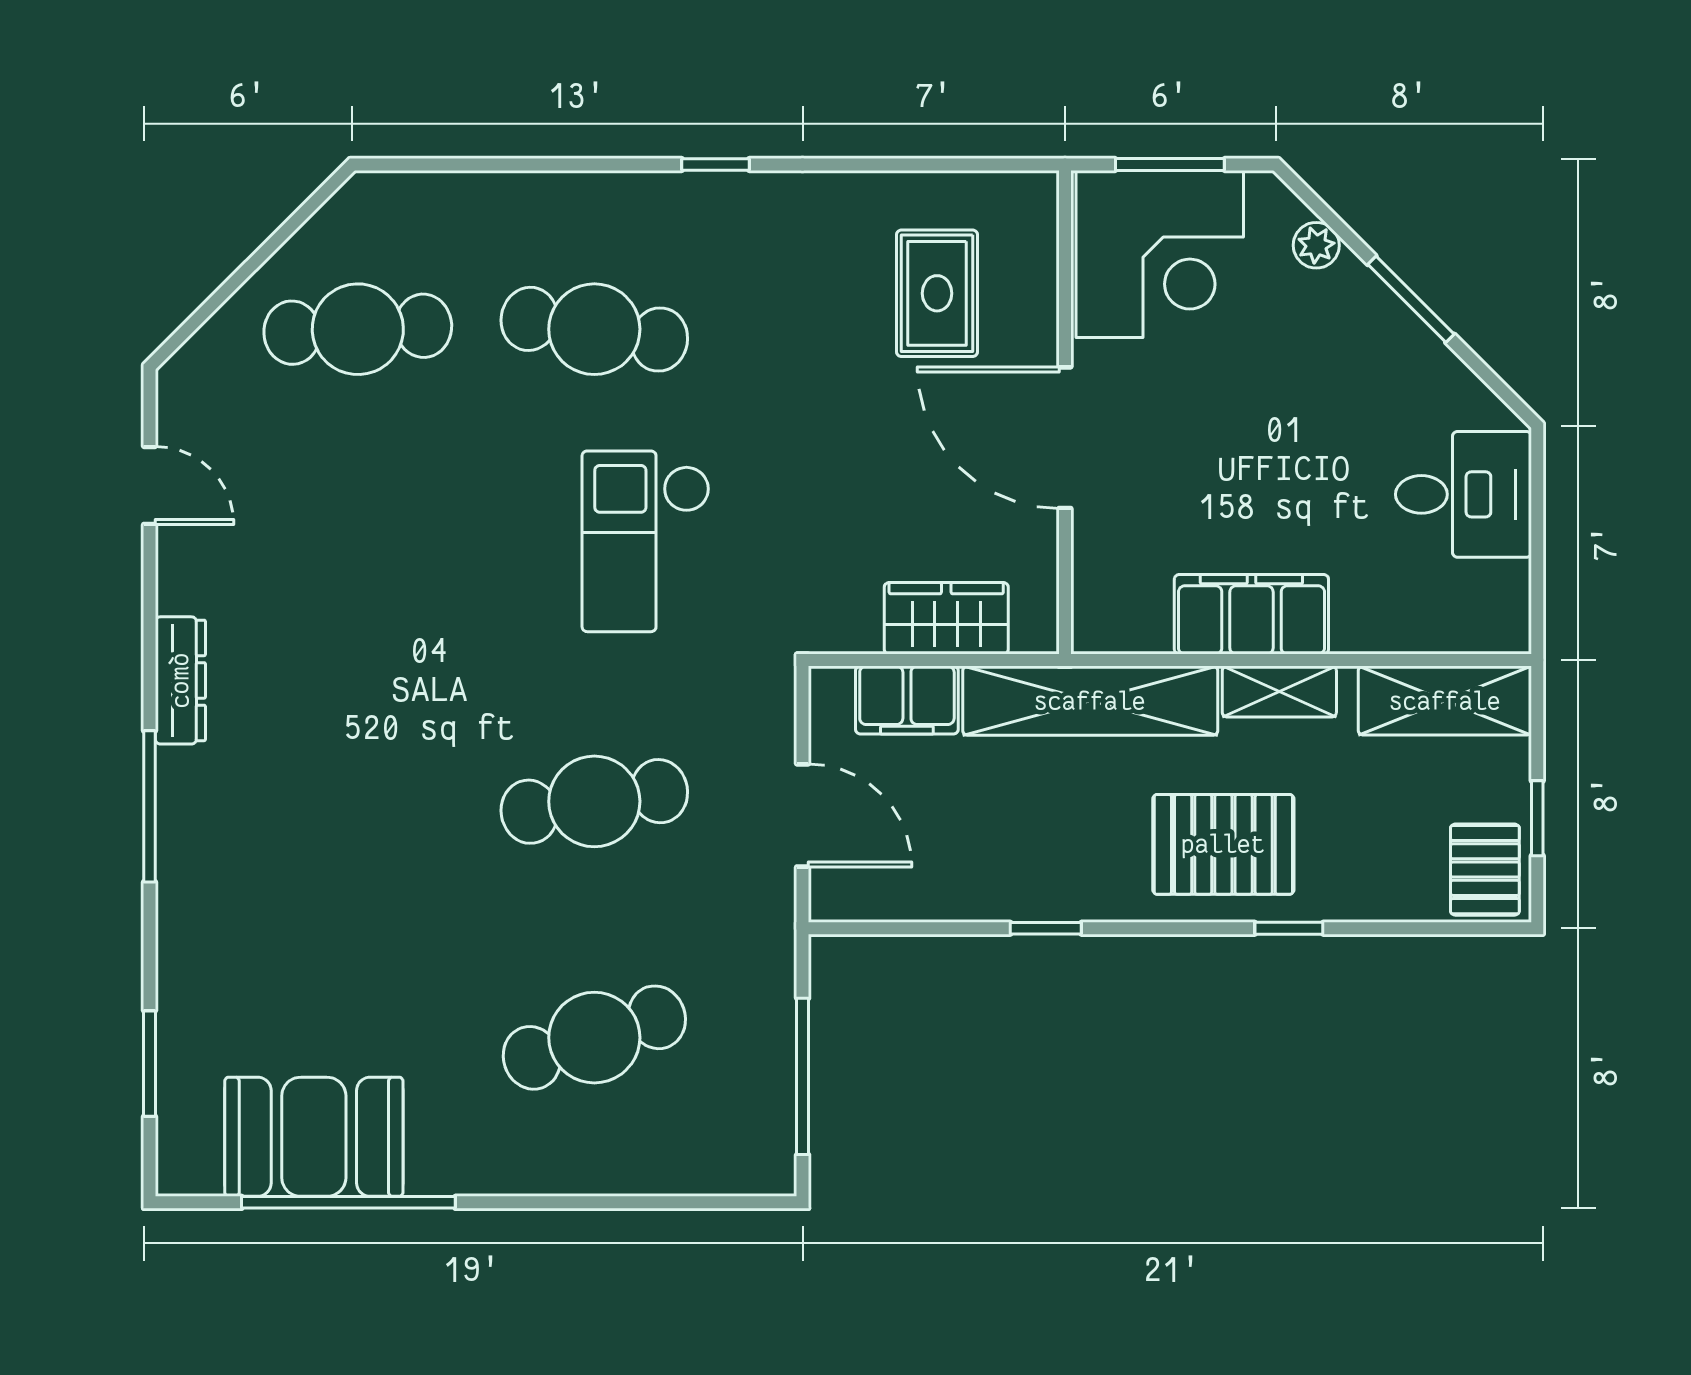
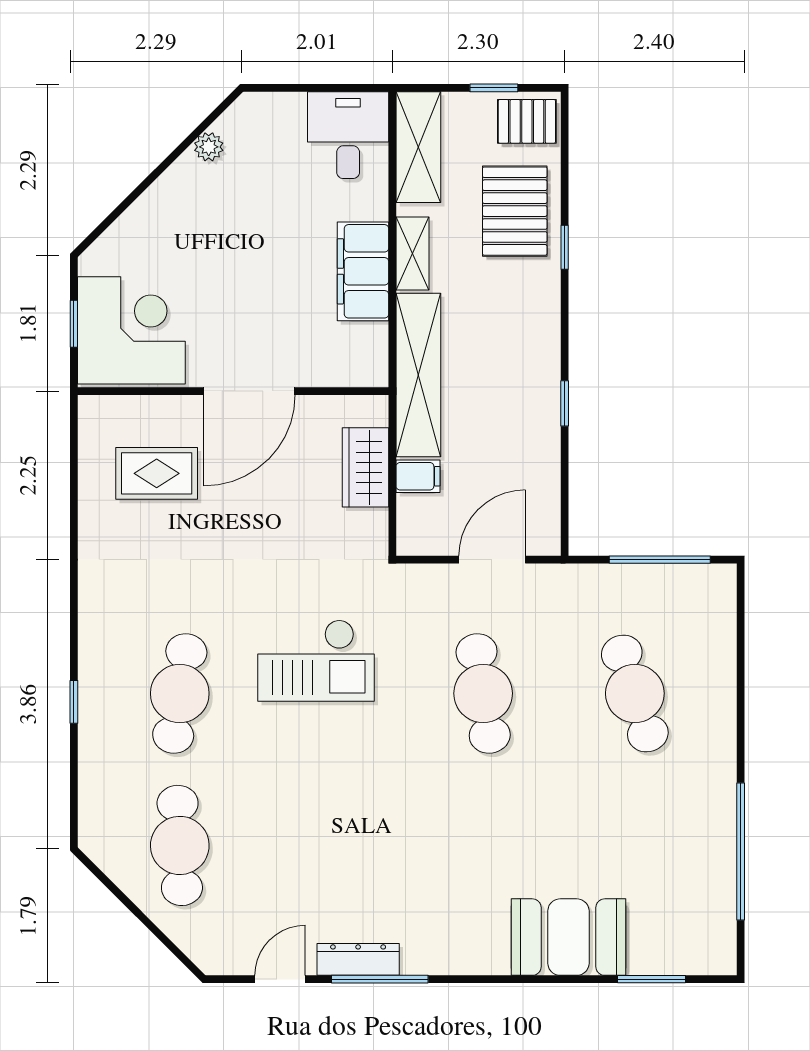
window: (716, 164) -> (74, 702), moved
window: (1170, 164) -> (74, 324), width x0.67
plant: (1316, 245) -> (209, 147), moved
window: (1411, 299) -> (161, 169), removed
desk: (1463, 494) -> (348, 135), moved
dresser: (180, 680) -> (358, 959), moved
filing cabinet: (907, 700) -> (418, 476), width x0.50
window: (150, 806) -> (380, 979), moved
pallet: (1223, 844) -> (515, 211), moved
booth: (314, 1137) -> (568, 937), moved, turned 90

